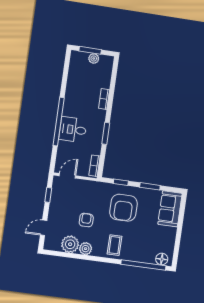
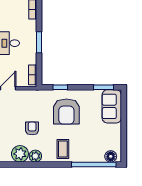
window: (150, 186) -> (103, 87), moved

